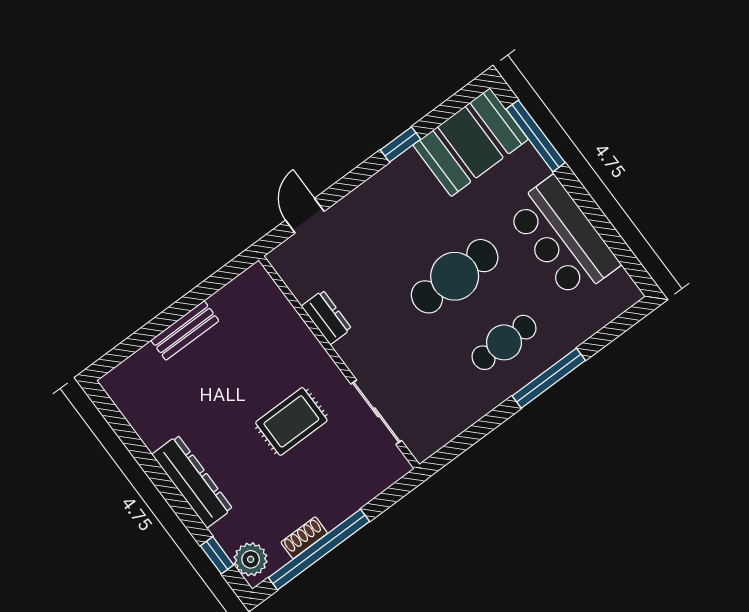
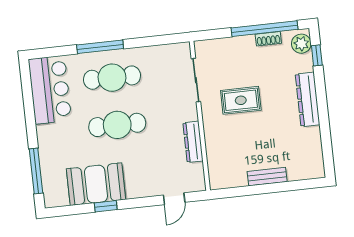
booth: (471, 142) -> (96, 184), moved
bar counter: (563, 238) -> (50, 90), moved
dresser: (326, 317) -> (193, 142), width x1.44
cafe table: (504, 342) -> (112, 78), width x1.37, depth x1.35

